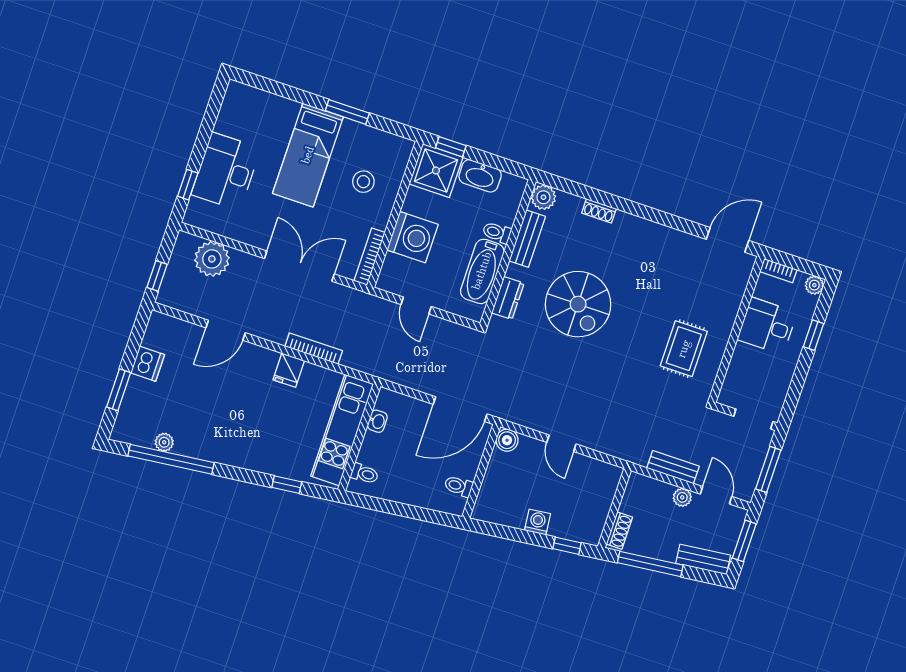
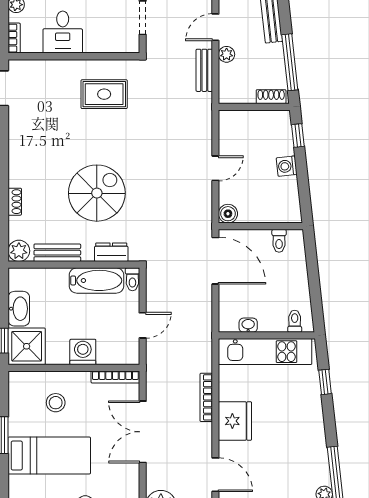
toilet: (497, 232) -> (132, 279), moved
washing machine: (413, 237) -> (83, 352), width x0.73, depth x0.73
fridge: (289, 370) -> (235, 421), width x1.88, depth x1.34

